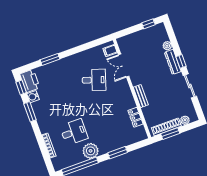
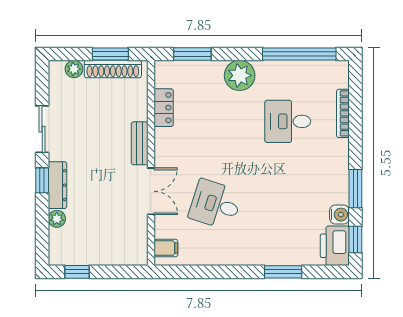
double door: (124, 66) -> (151, 191), moved
plant: (91, 151) -> (240, 75), moved
window: (118, 153) -> (192, 54), moved

